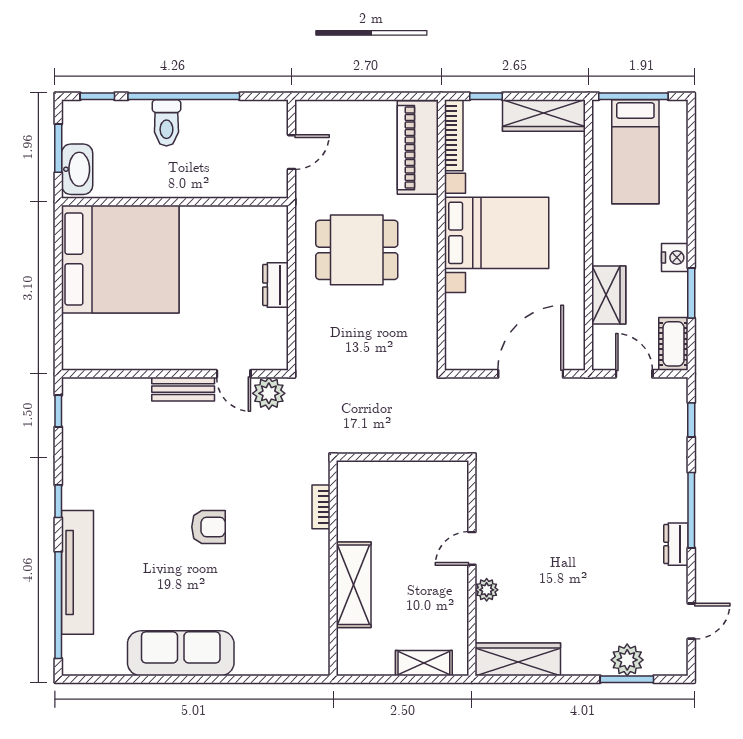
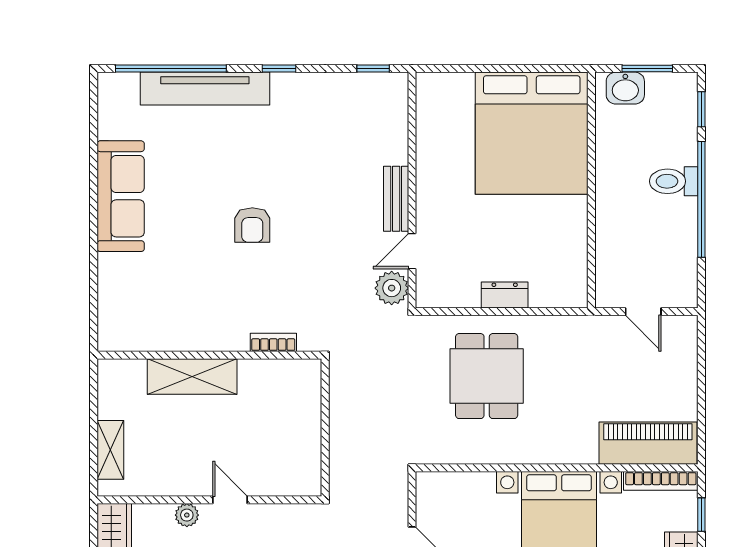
washbasin: (77, 169) -> (625, 88), width x0.72
dining table: (357, 250) -> (487, 376), moved

